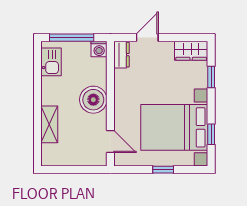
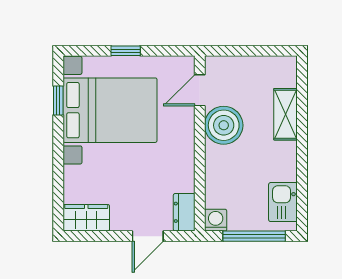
window: (211, 77) -> (58, 181), removed
boiler: (93, 100) -> (224, 125), moved
door: (110, 142) -> (200, 90), hinge flipped

